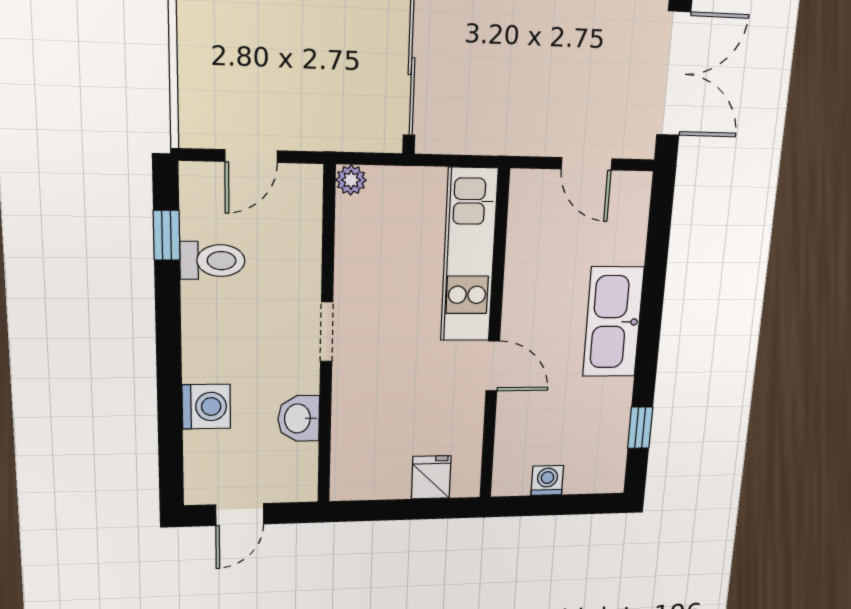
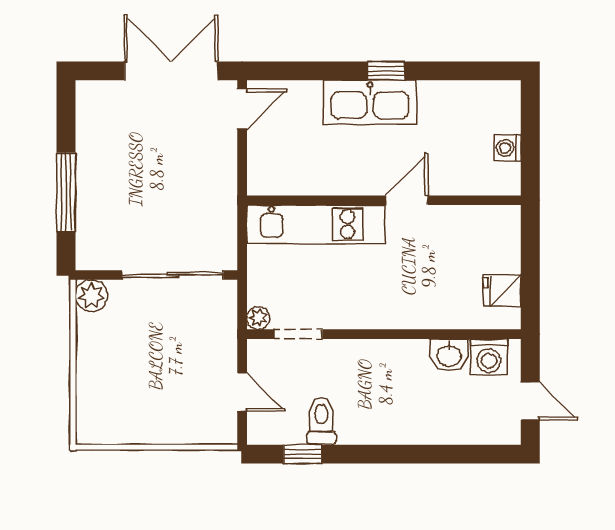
door: (587, 164) -> (242, 109), moved
doorway: (327, 332) -> (298, 334), moved
washing machine: (206, 407) -> (489, 357), moved, turned 180
window: (640, 428) -> (386, 71), moved
fridge: (431, 477) -> (502, 291), moved

